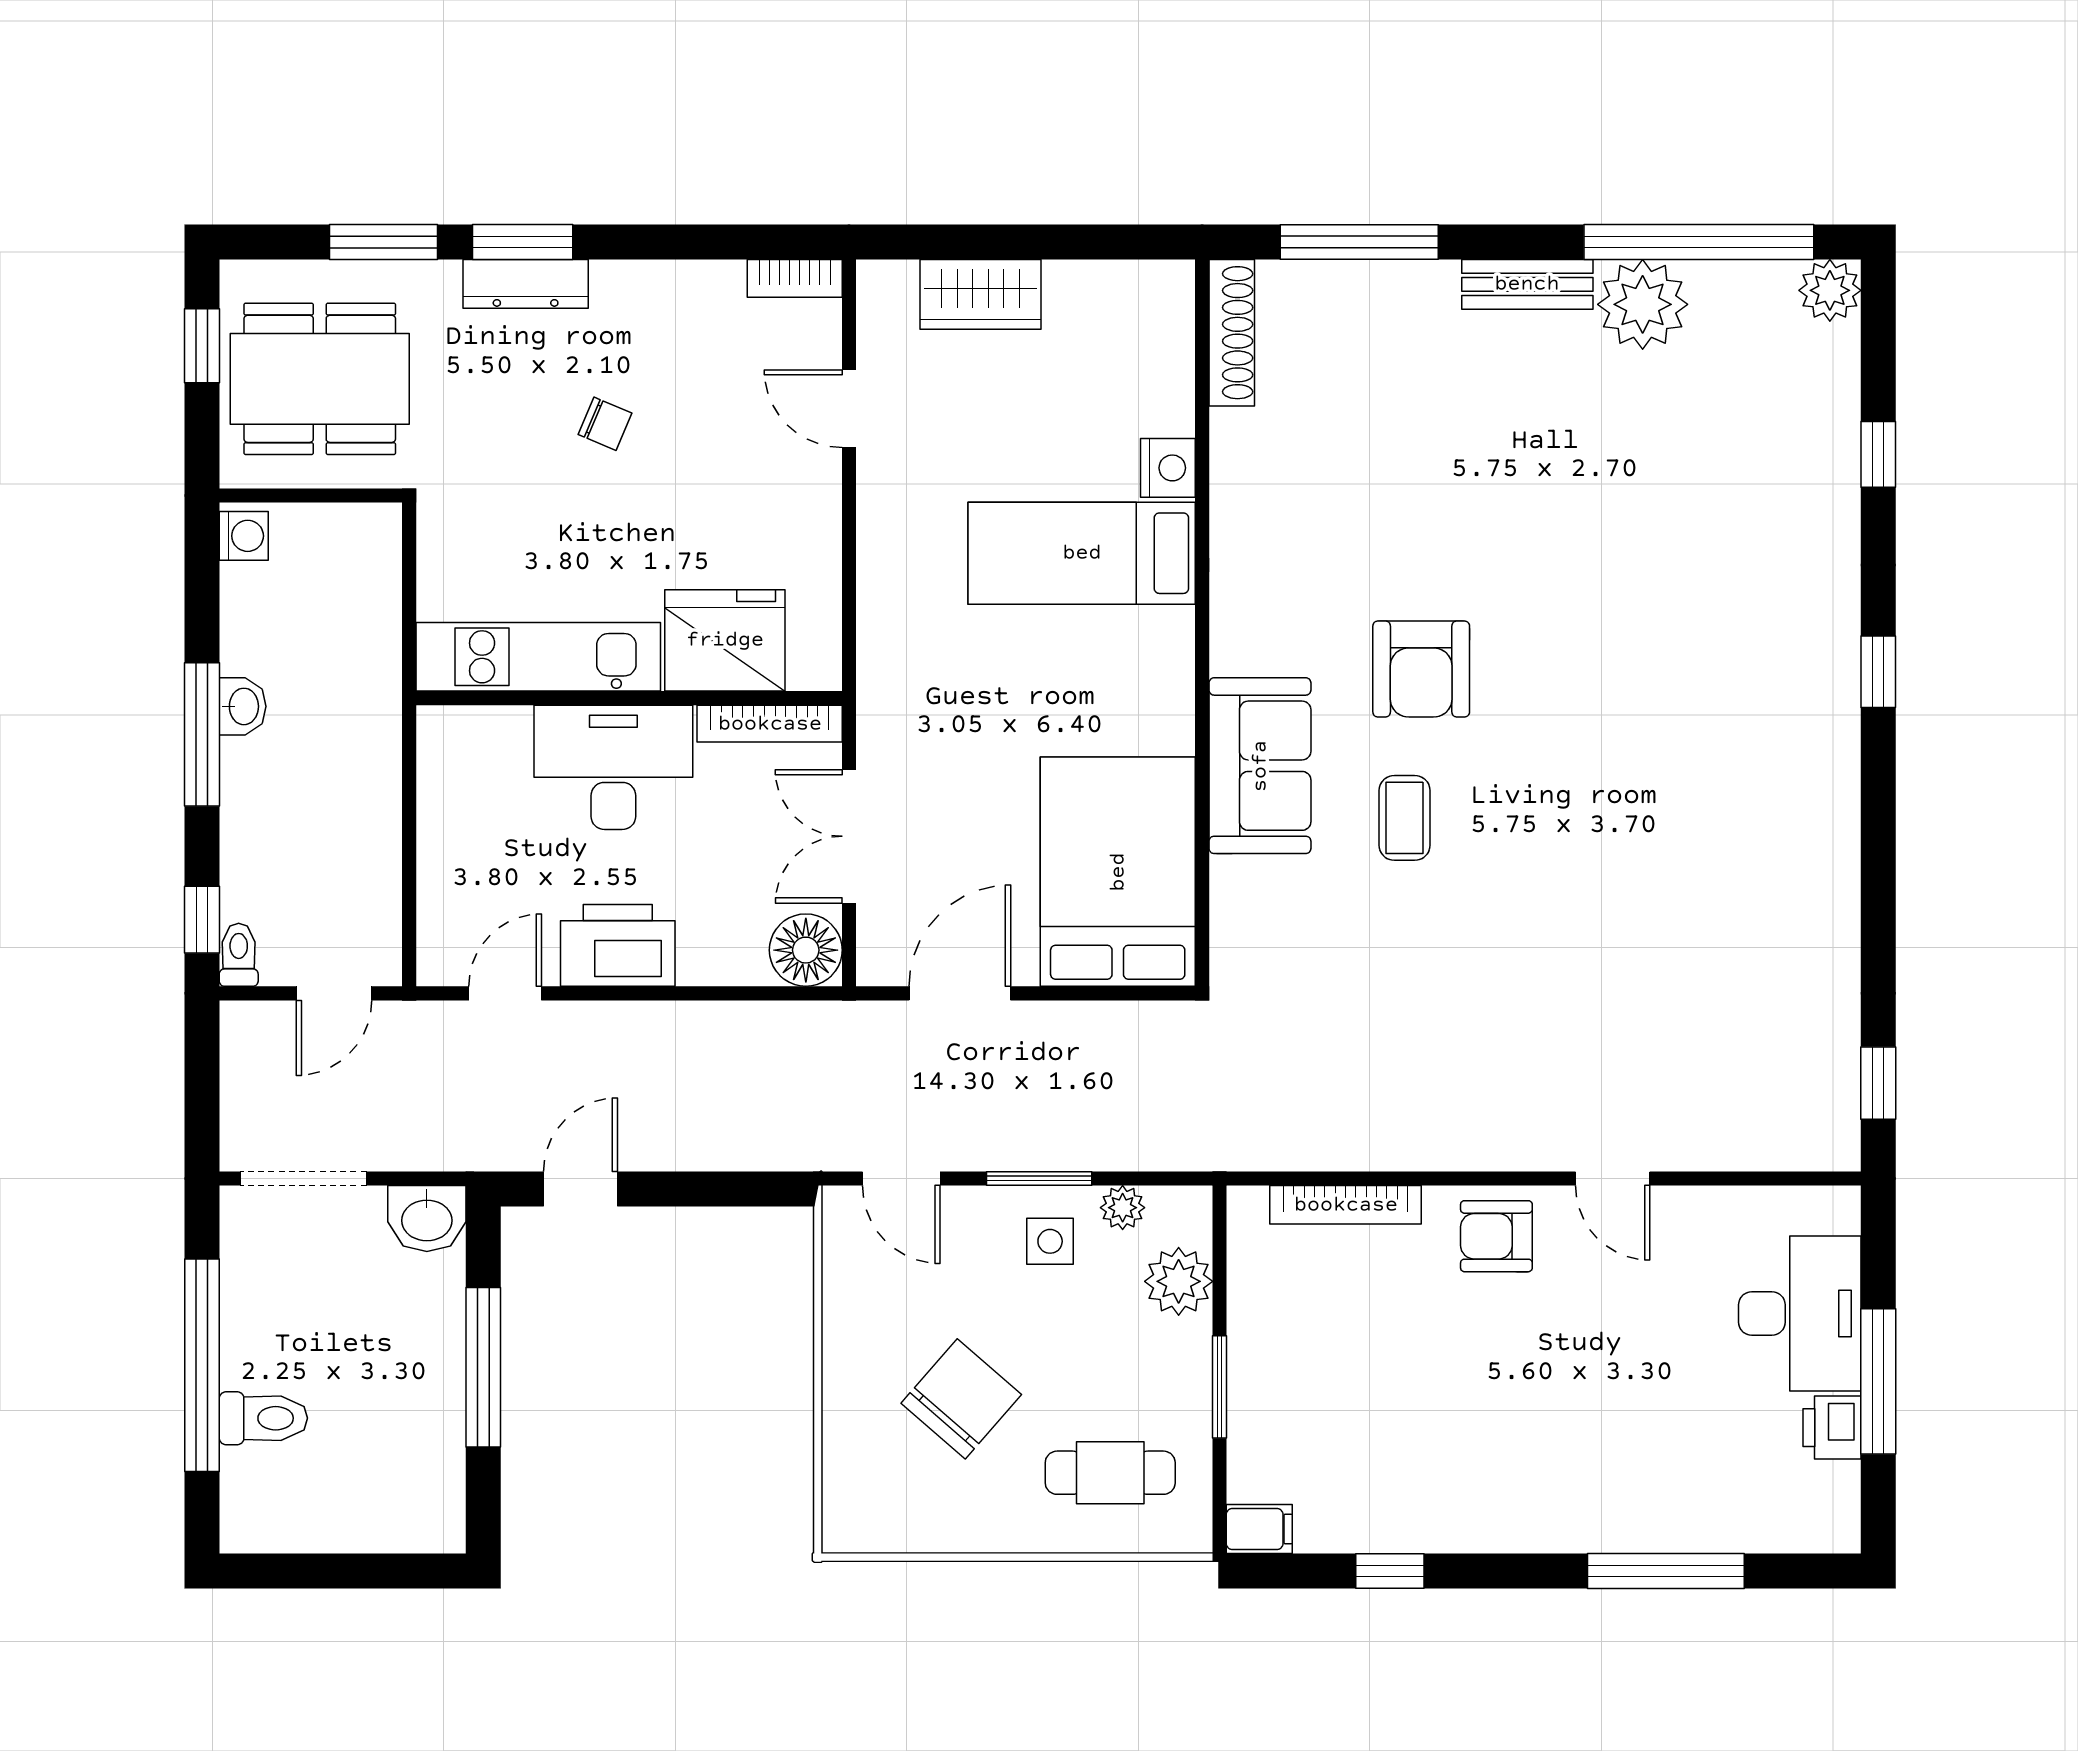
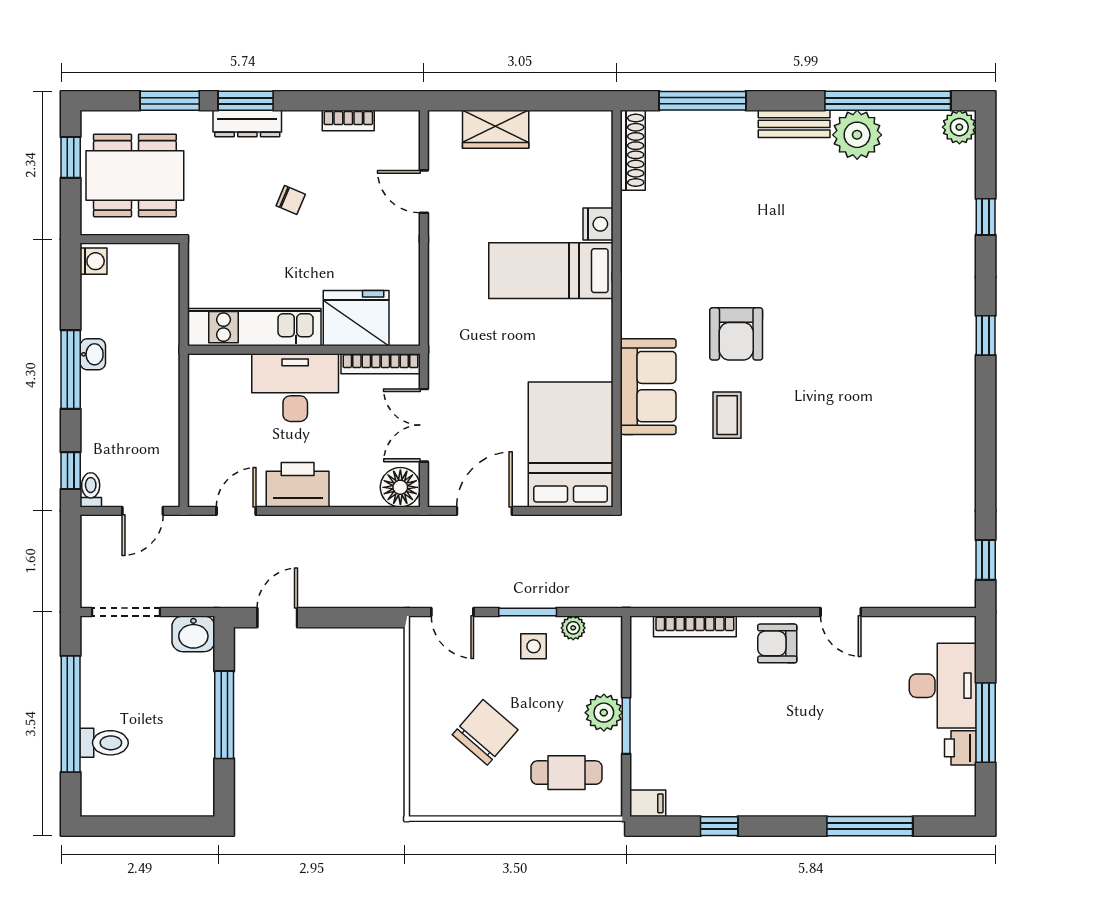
bookcase: (795, 278) -> (348, 121), moved
plant: (1179, 1281) -> (604, 713), moved

